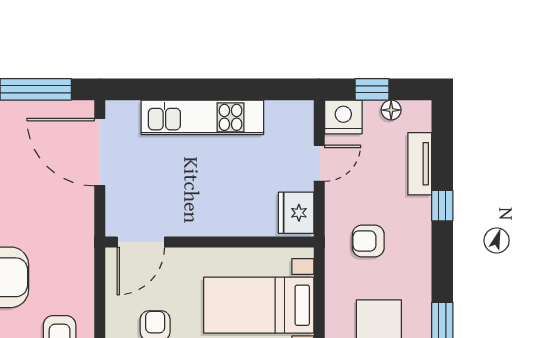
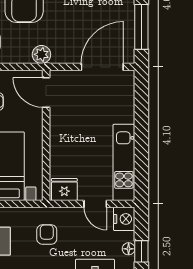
window: (372, 89) -> (141, 251), moved
kitchen unit: (202, 117) -> (124, 162), moved
plant: (80, 249) -> (41, 54), added

